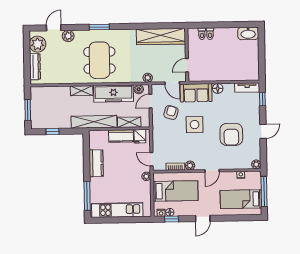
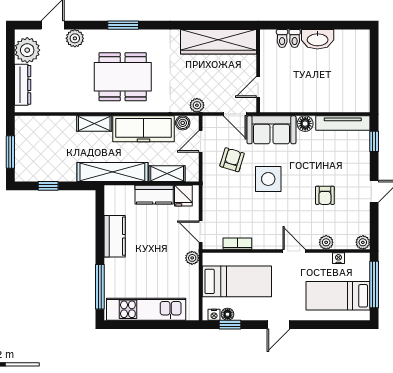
washbasin: (248, 33) -> (318, 39), moved
dining table: (99, 60) -> (123, 77), turned 90
tv unit: (247, 87) -> (343, 123), width x1.41
armchair: (231, 134) -> (325, 195), width x0.53, depth x0.53
plant: (190, 165) -> (326, 242), moved
door: (212, 171) -> (294, 251), swing flipped

